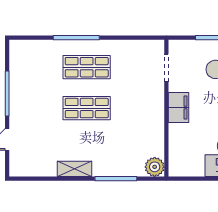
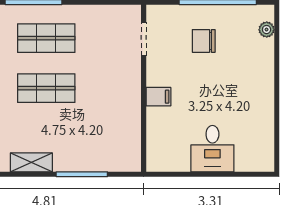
filing cabinet: (178, 107) -> (158, 97), width x0.50
plant: (155, 167) -> (129, 160), removed

